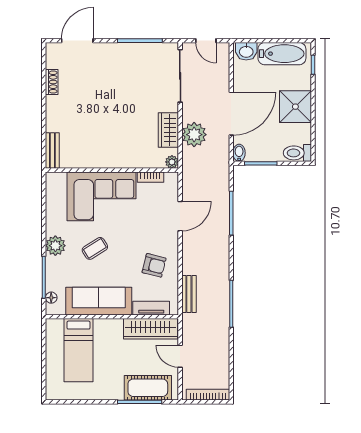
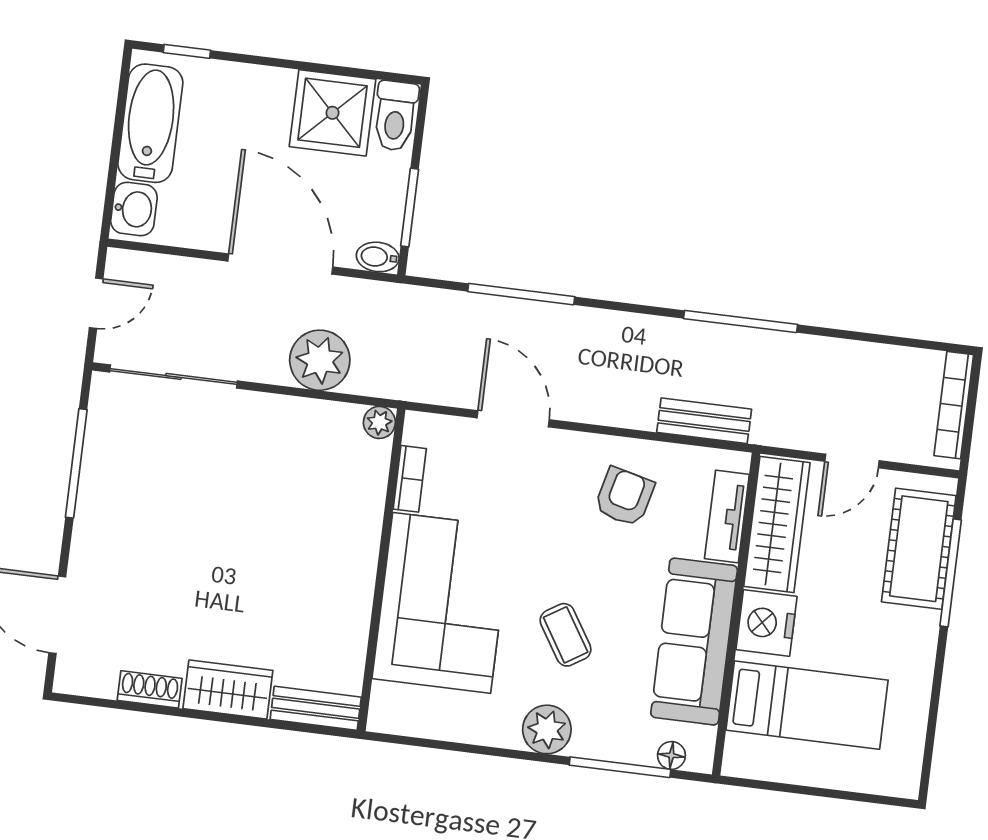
shower: (295, 107) -> (332, 113), moved
wardrobe: (168, 130) -> (228, 689), moved, turned 180
nightstand: (110, 330) -> (766, 623), added

